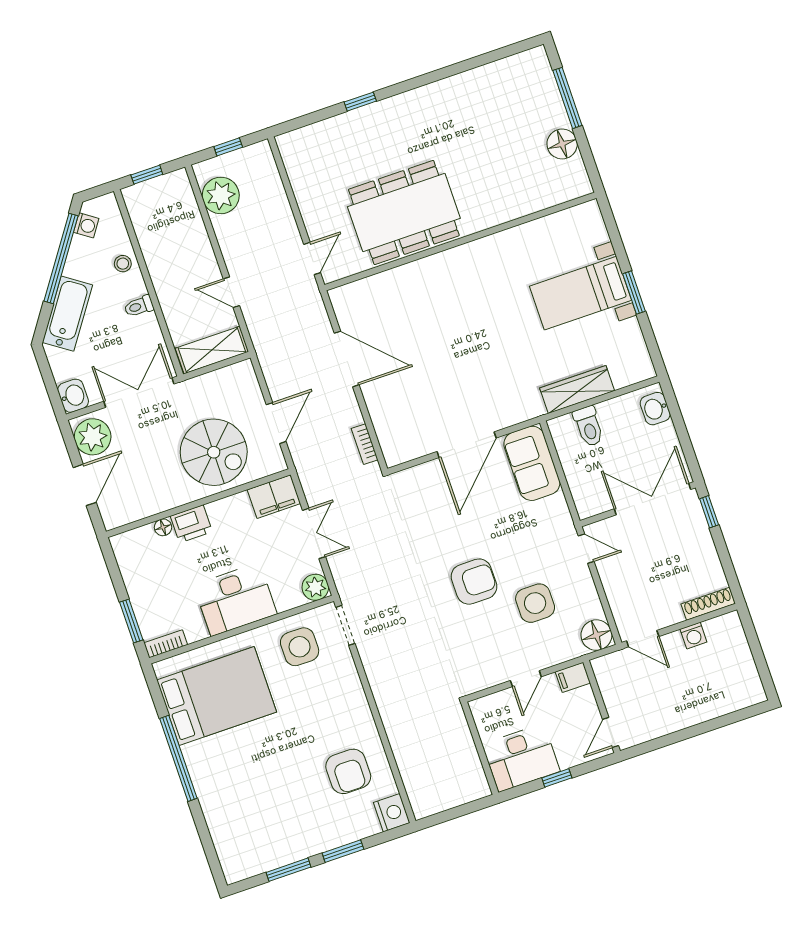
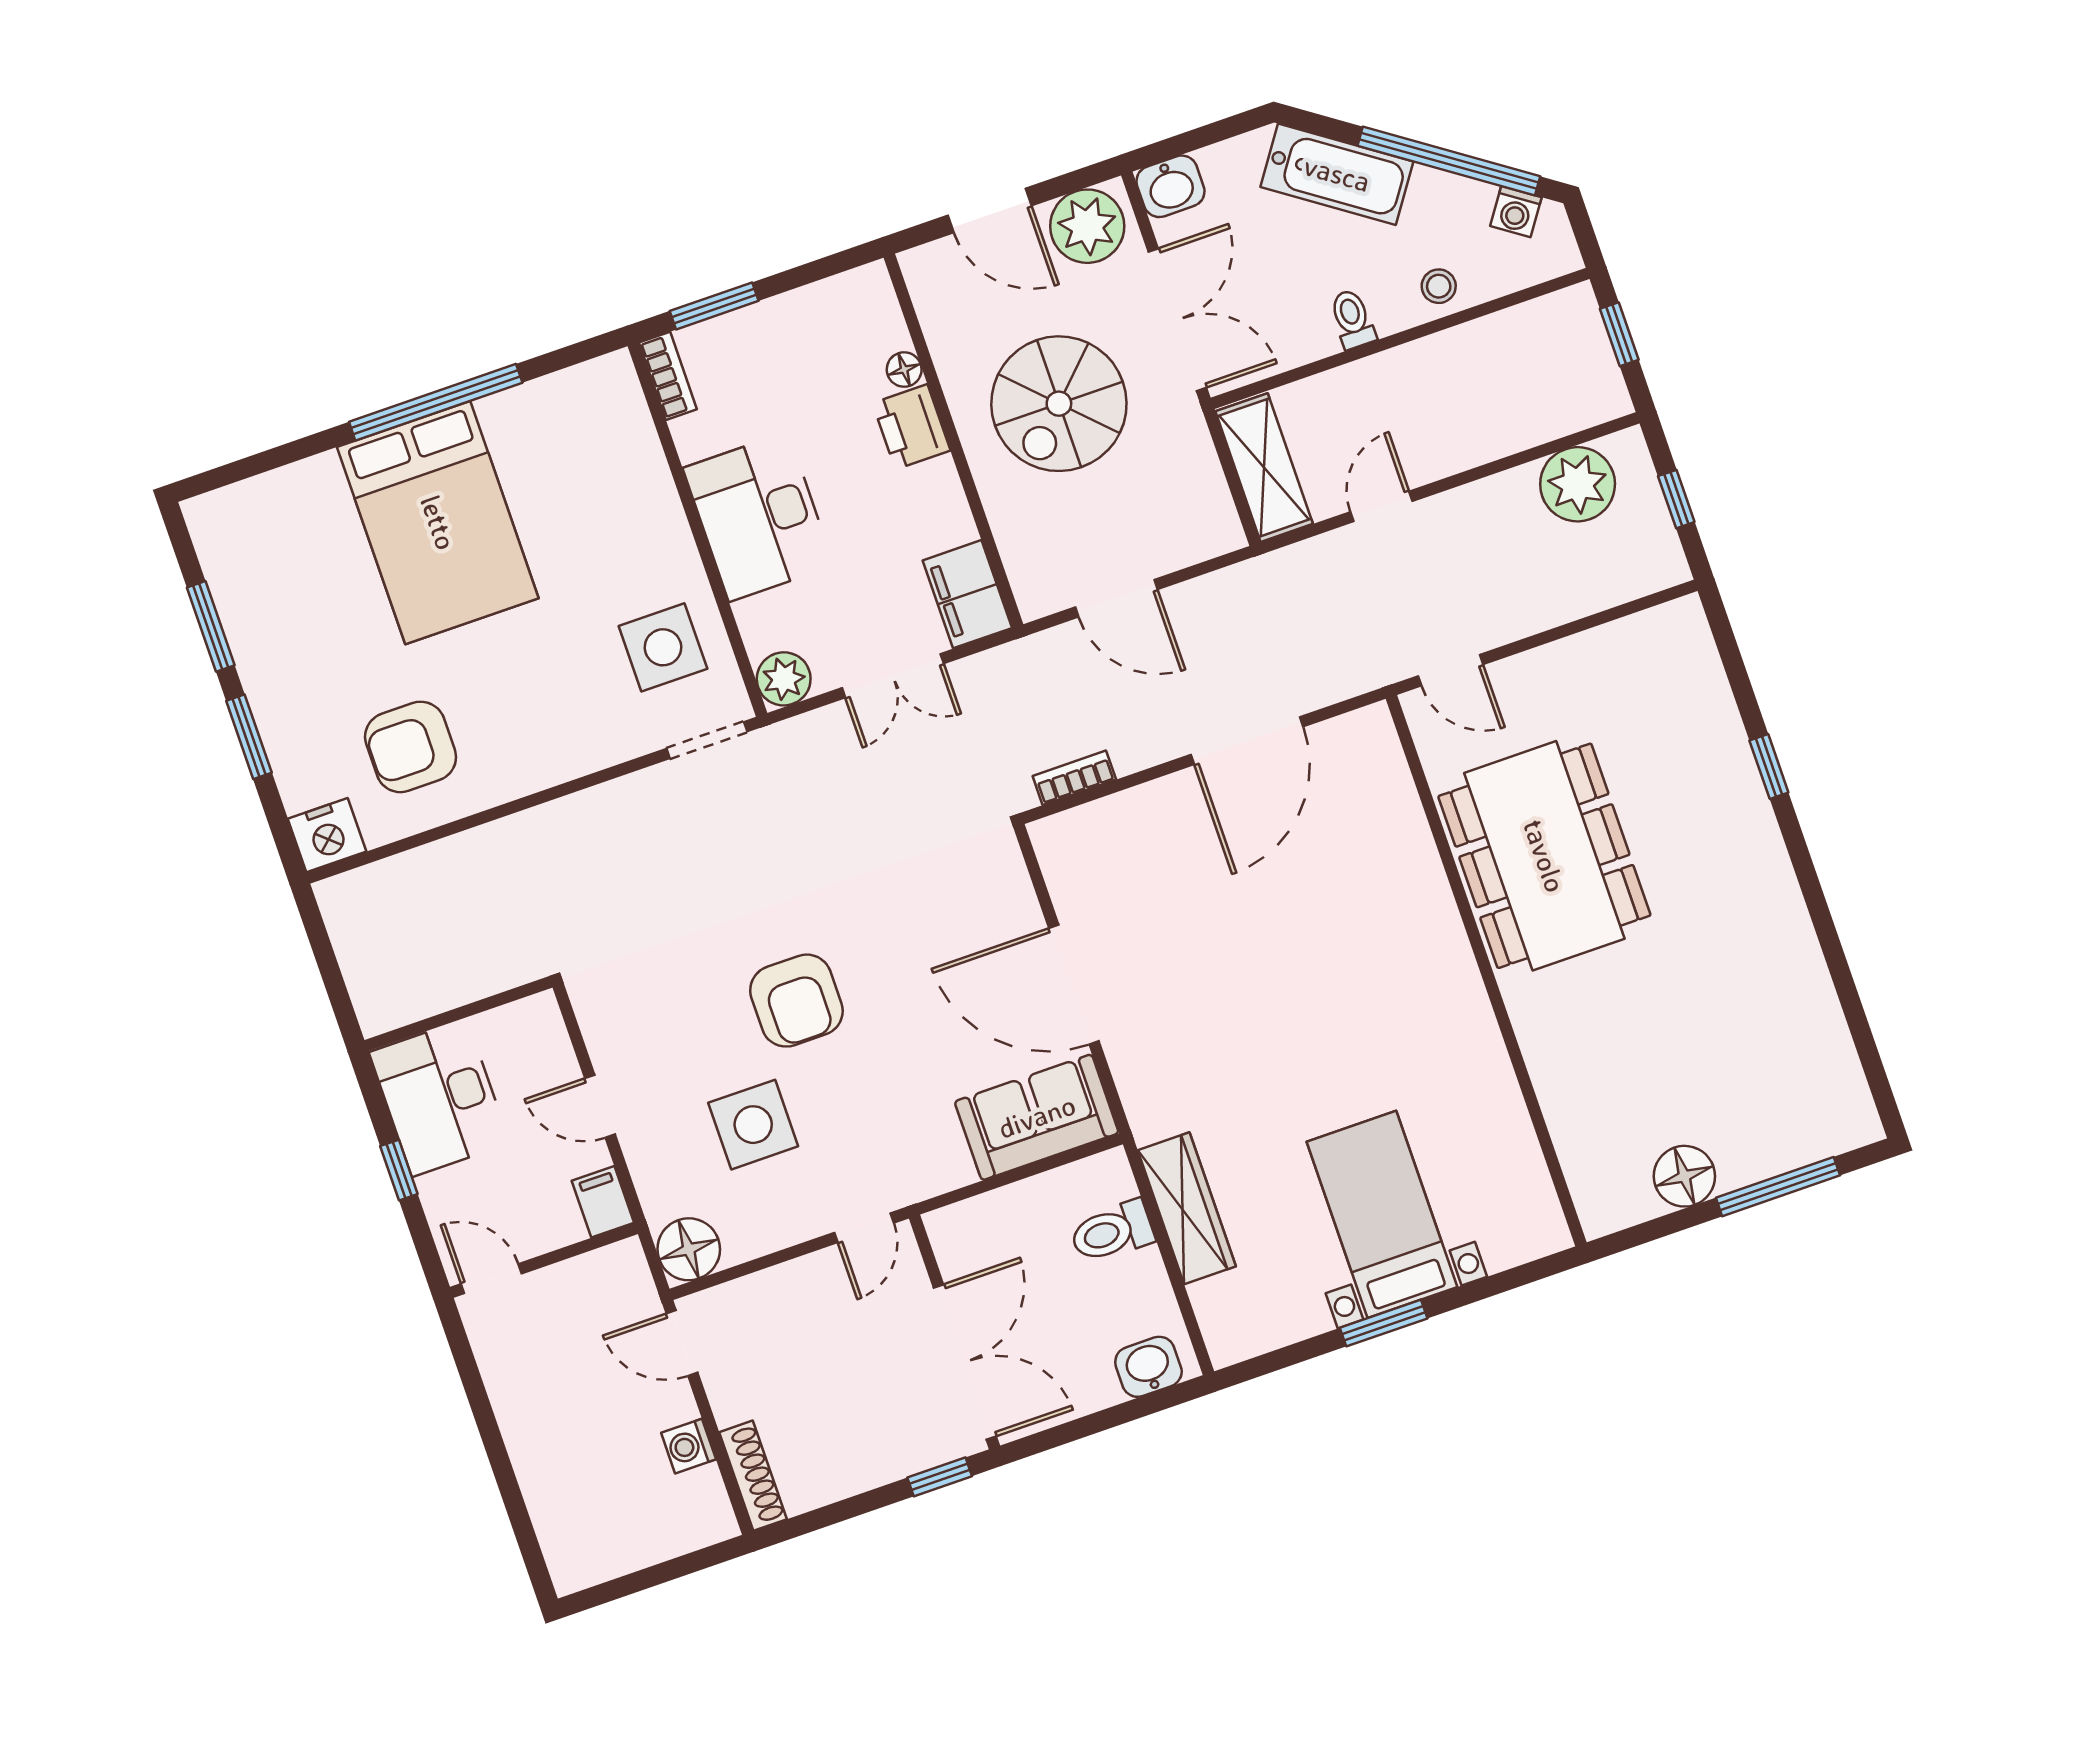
spiral stairs: (214, 452) -> (1059, 404), moved
door: (643, 639) -> (682, 1343), hinge flipped
bed: (217, 696) -> (438, 523), moved

